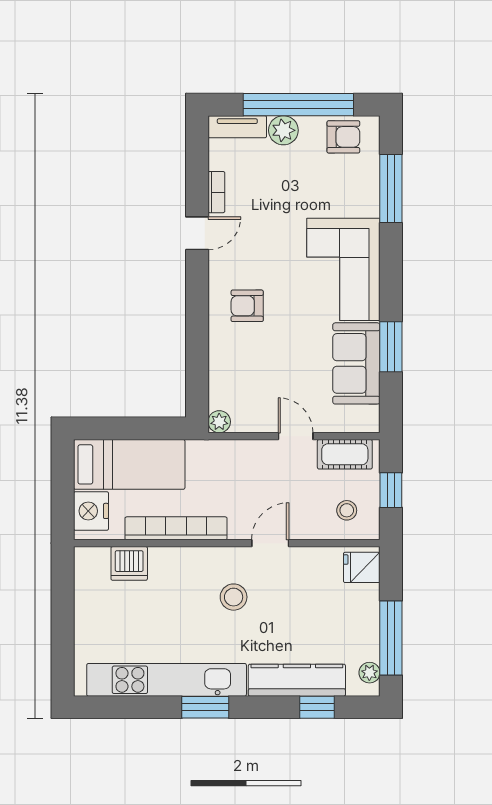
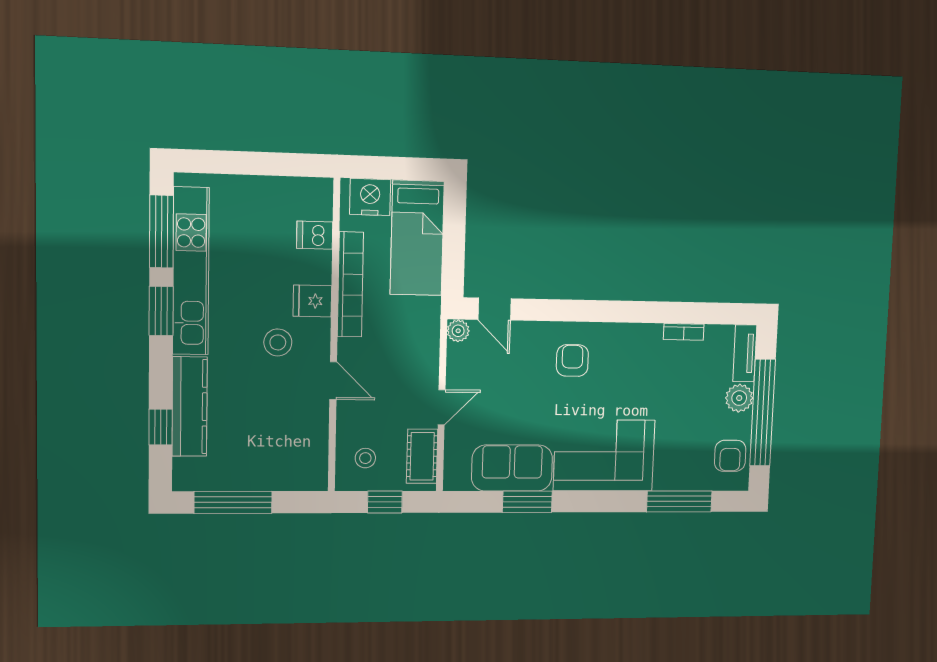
door: (197, 233) -> (495, 309), moved
dishwasher: (129, 563) -> (315, 235), width x0.73
fridge: (362, 567) -> (312, 301), moved, turned -90
plant: (369, 673) -> (197, 481), removed
window: (130, 707) -> (161, 232), added

